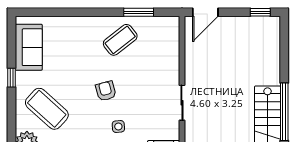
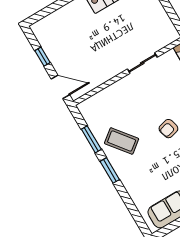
window: (99, 12) -> (110, 170), added
window: (260, 12) -> (42, 57), moved

